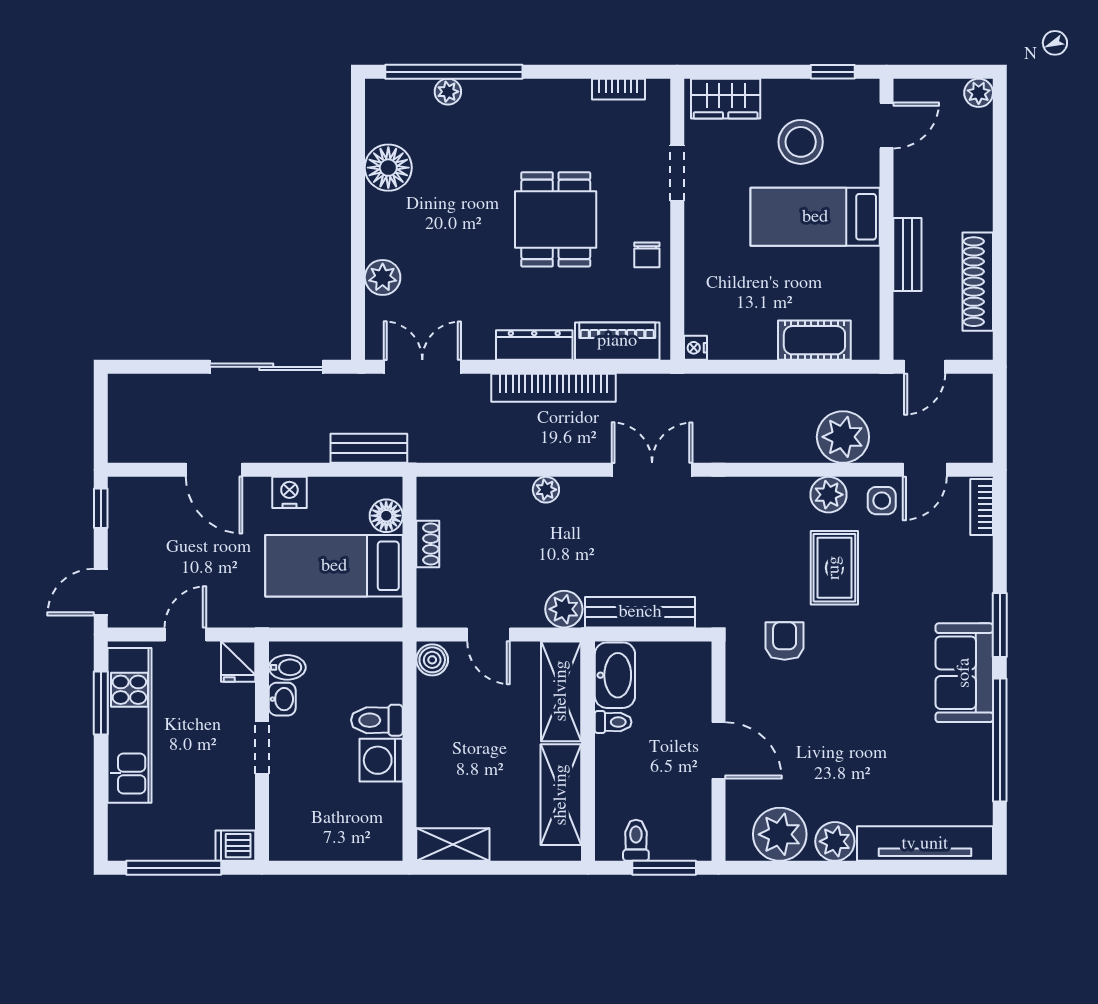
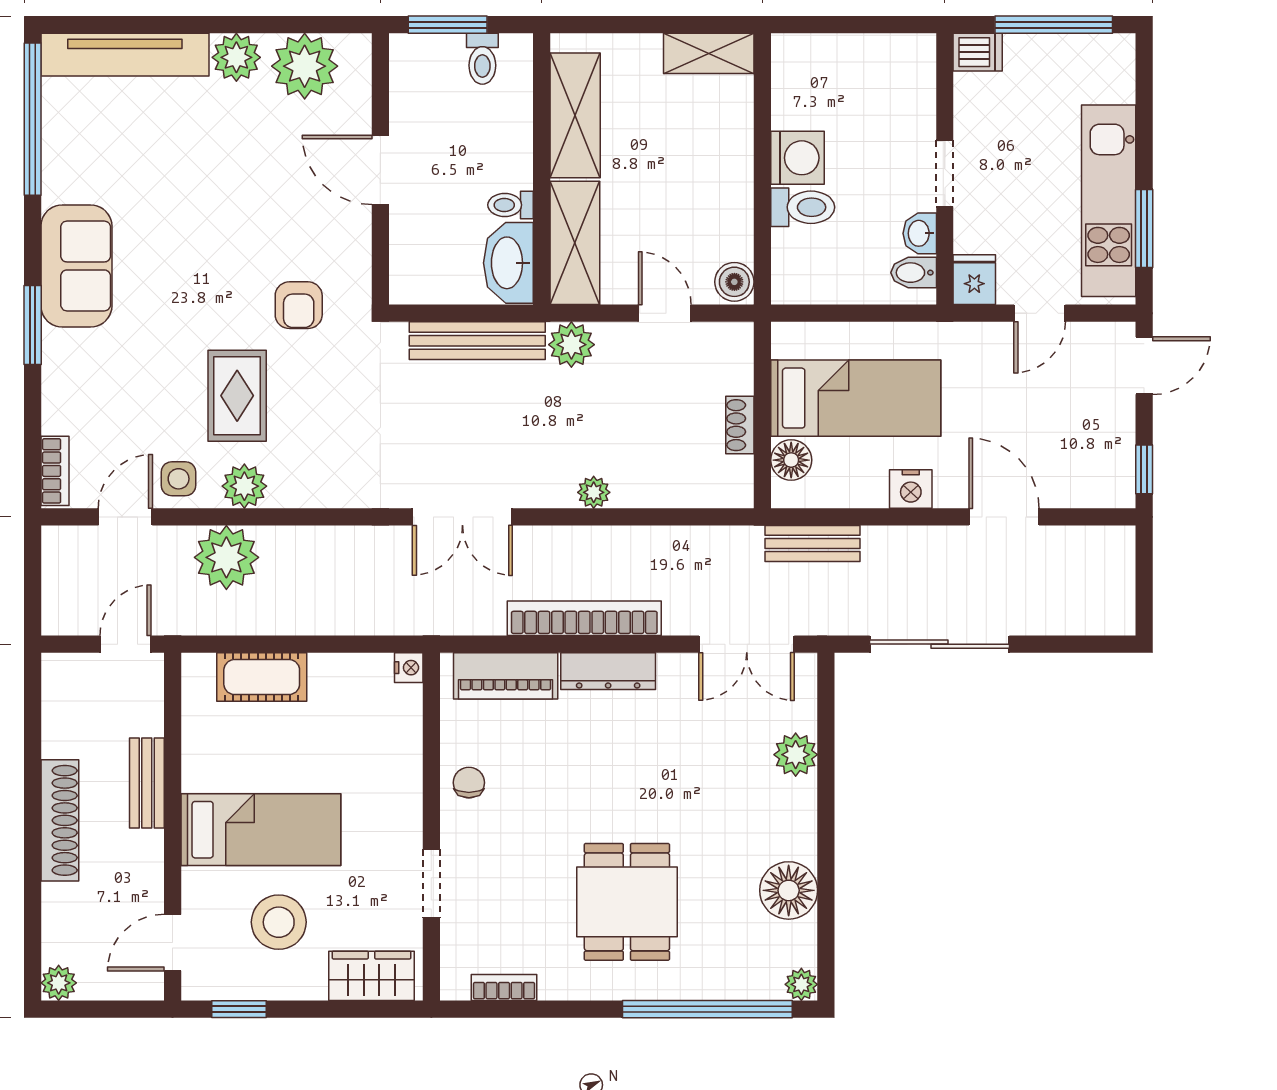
plant: (448, 92) -> (801, 984), moved
dining table: (556, 219) -> (627, 902), moved
shoe rack: (978, 282) -> (60, 820), moved
window: (1000, 740) -> (33, 119), moved

